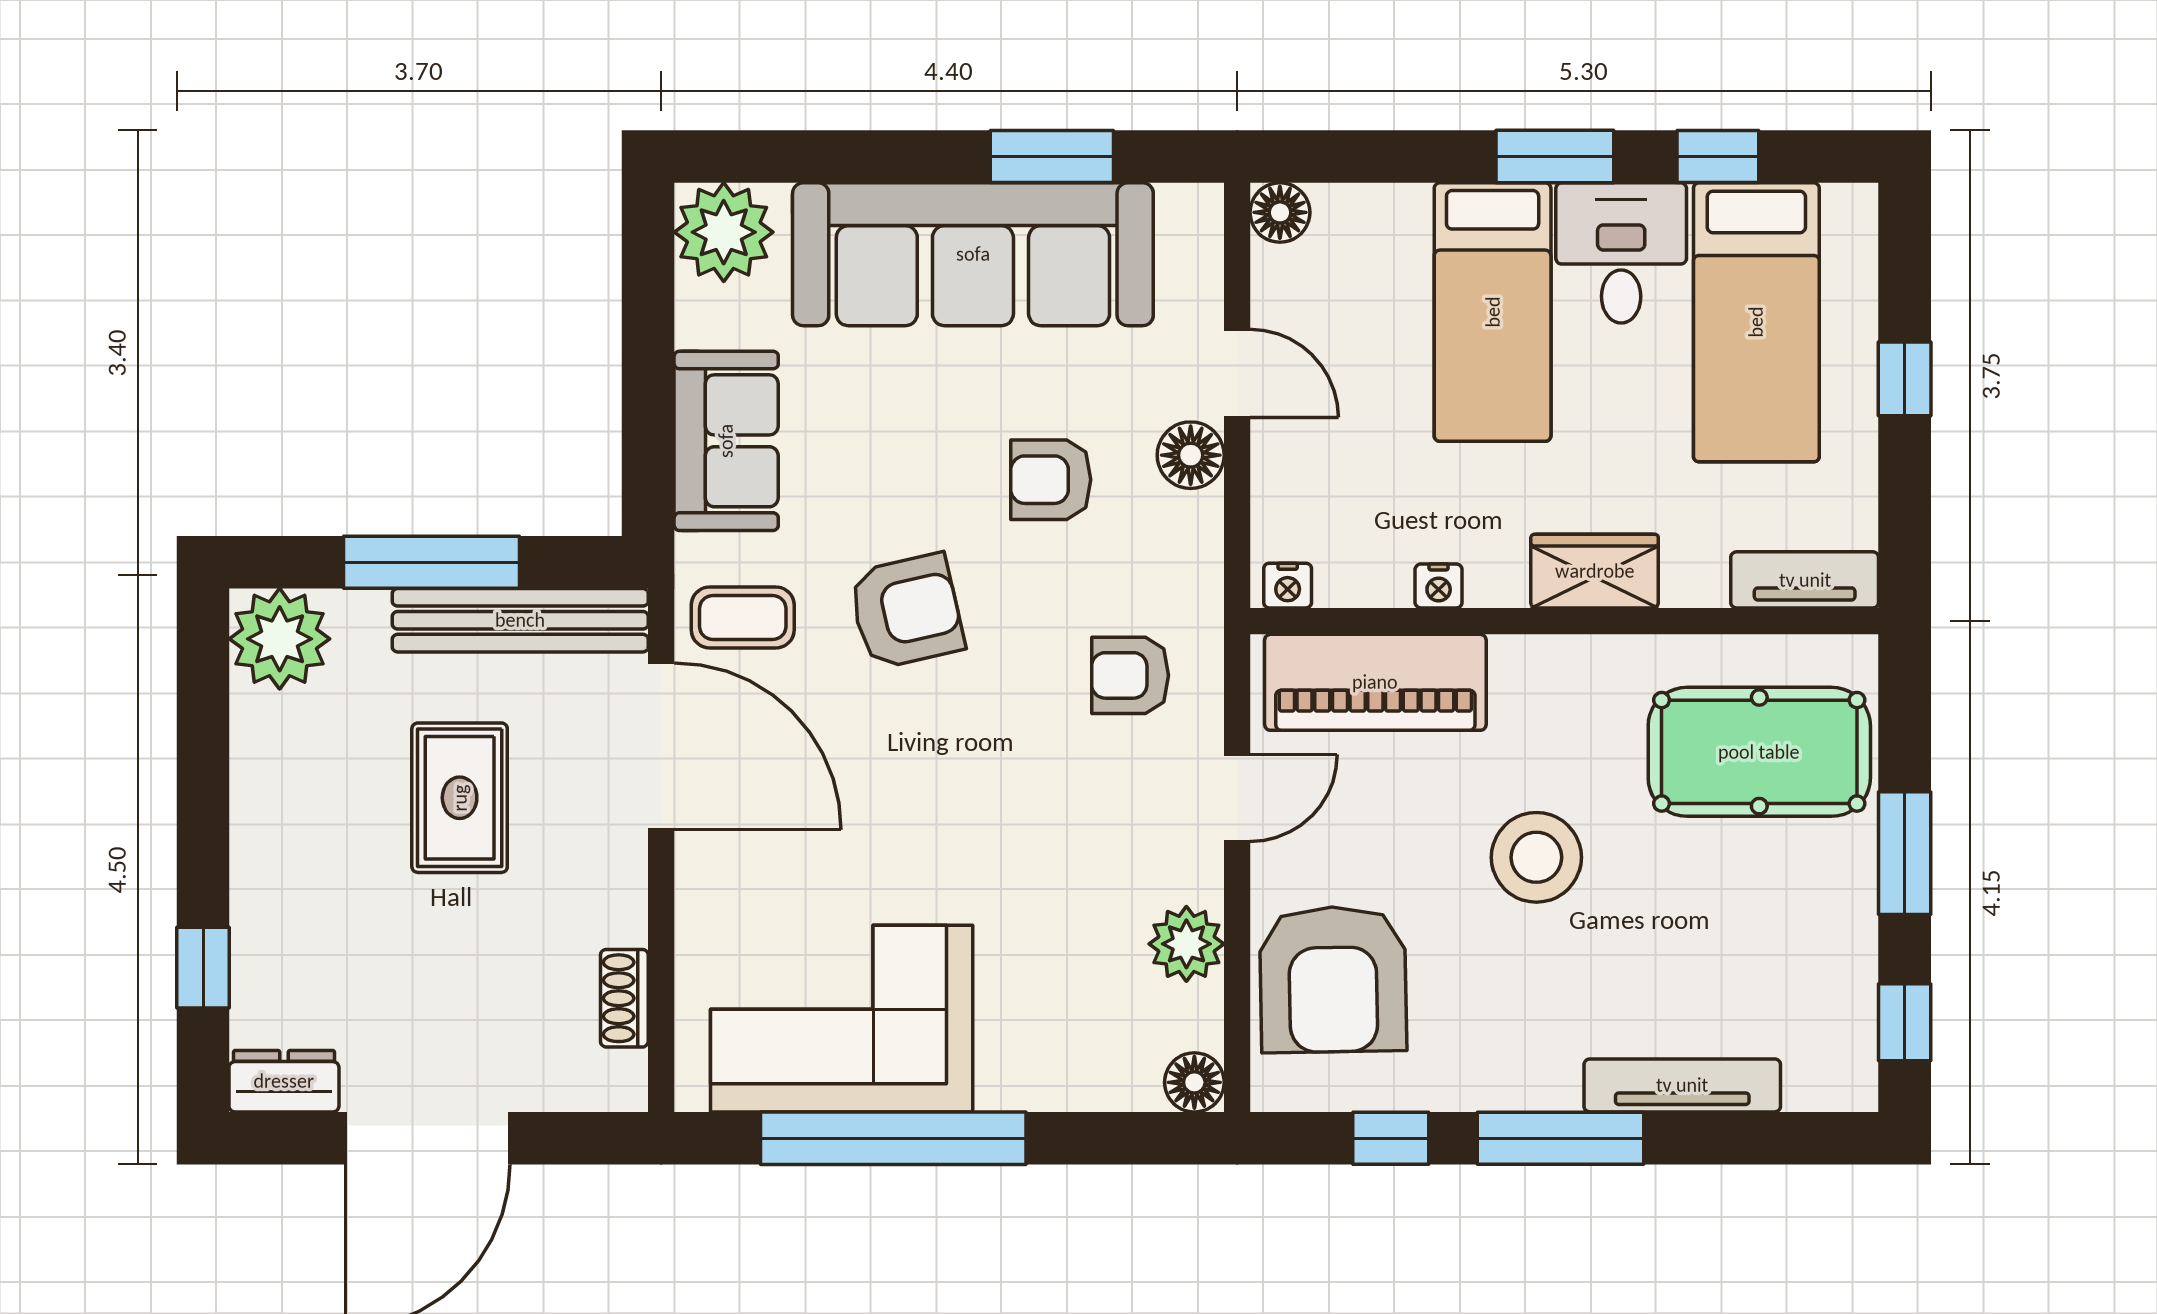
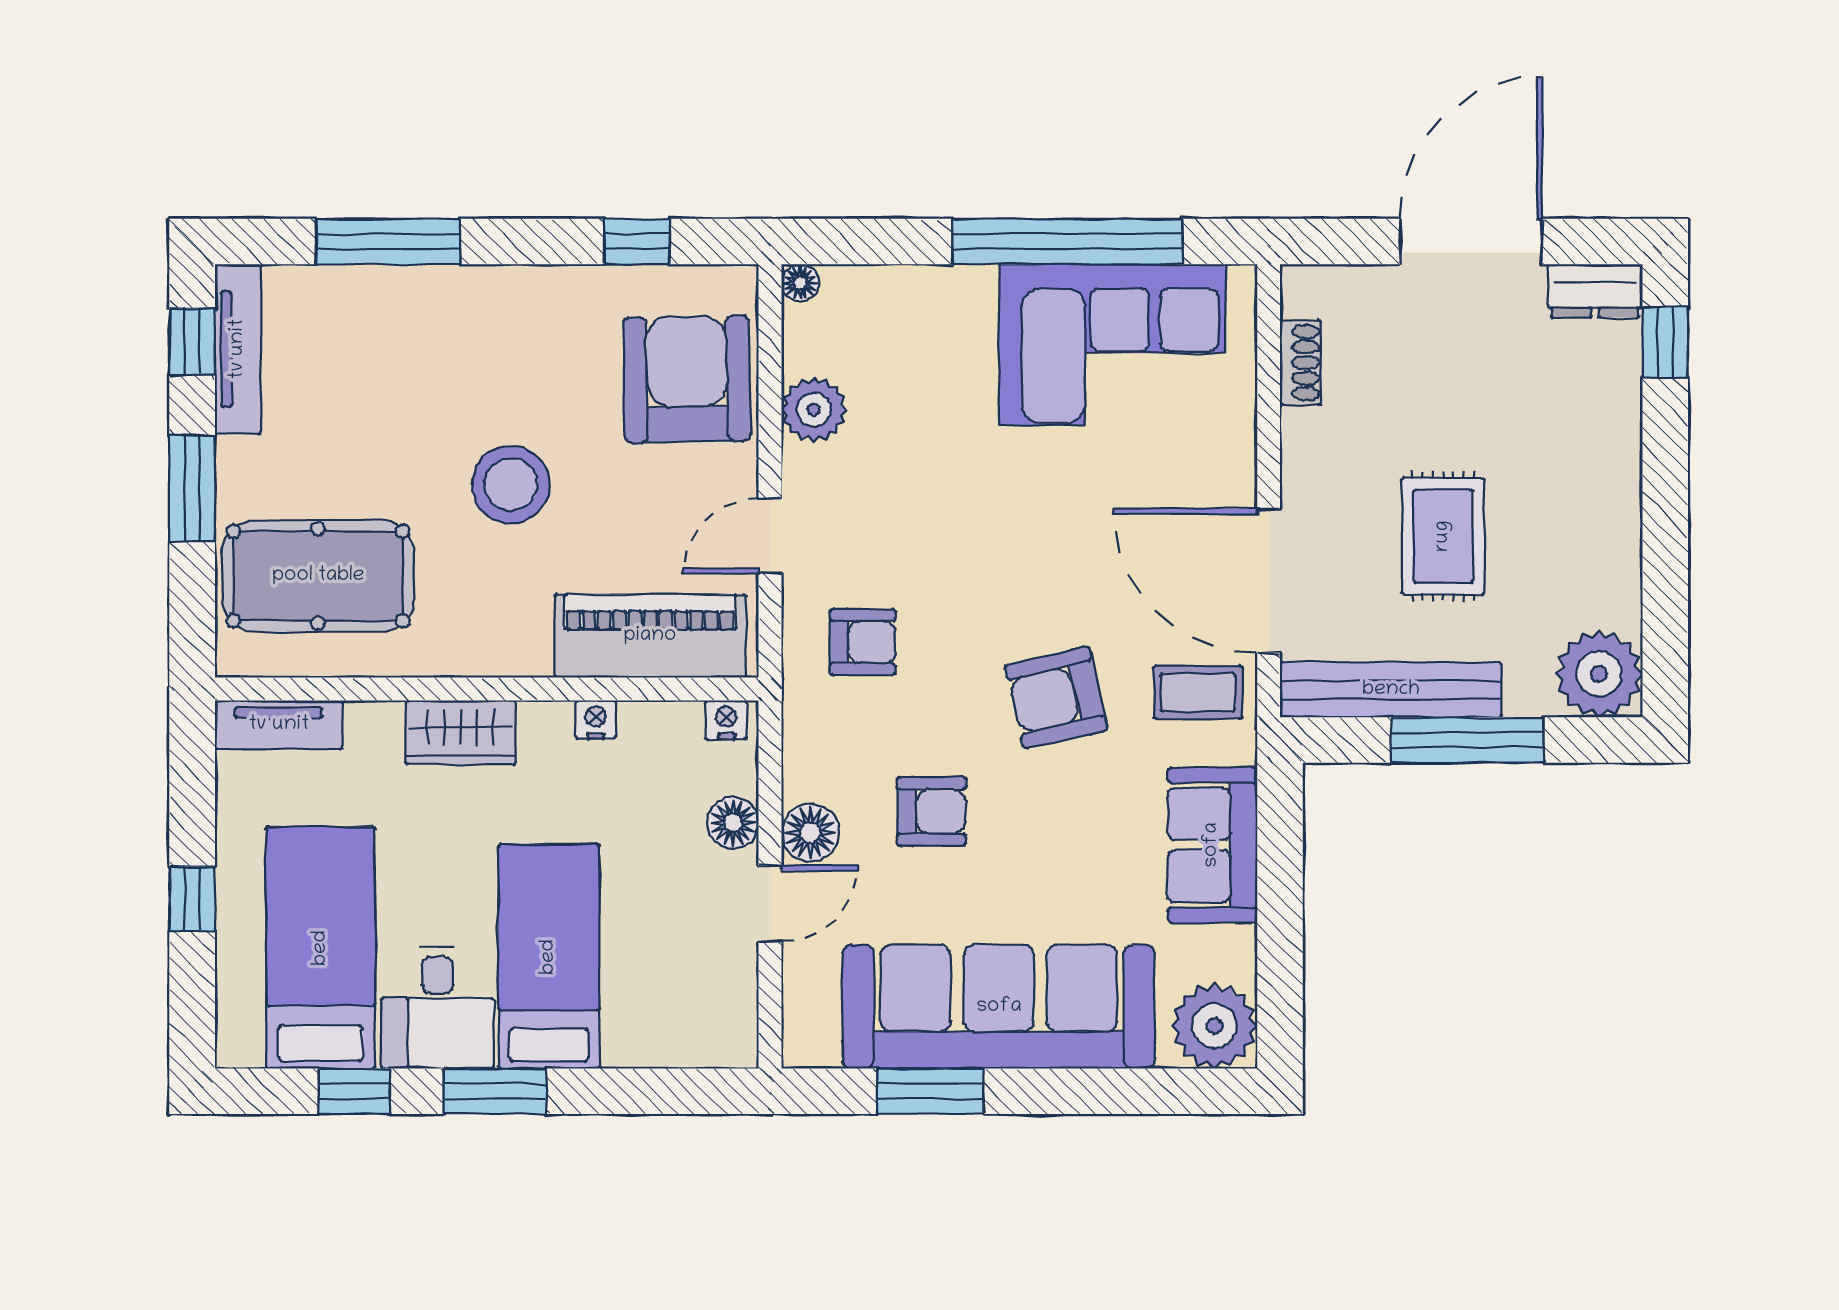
floor lamp: (1280, 212) -> (733, 823), moved
door: (1237, 373) -> (770, 904), swing flipped
window: (203, 968) -> (1665, 342), moved
floor lamp: (1194, 1082) -> (800, 283), width x0.73, depth x0.73
tv unit: (1682, 1085) -> (238, 349), moved, turned -90
window: (1561, 1138) -> (388, 241), moved

